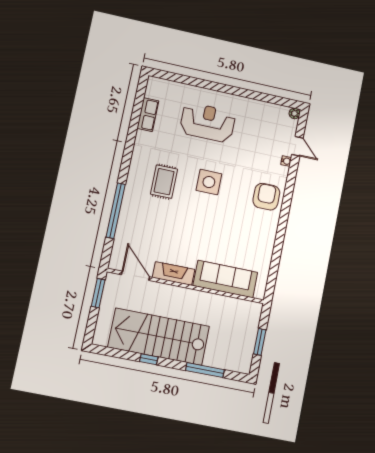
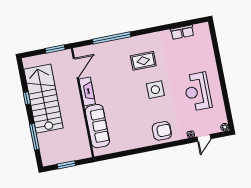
reception desk: (208, 122) -> (197, 92), moved, turned 180

